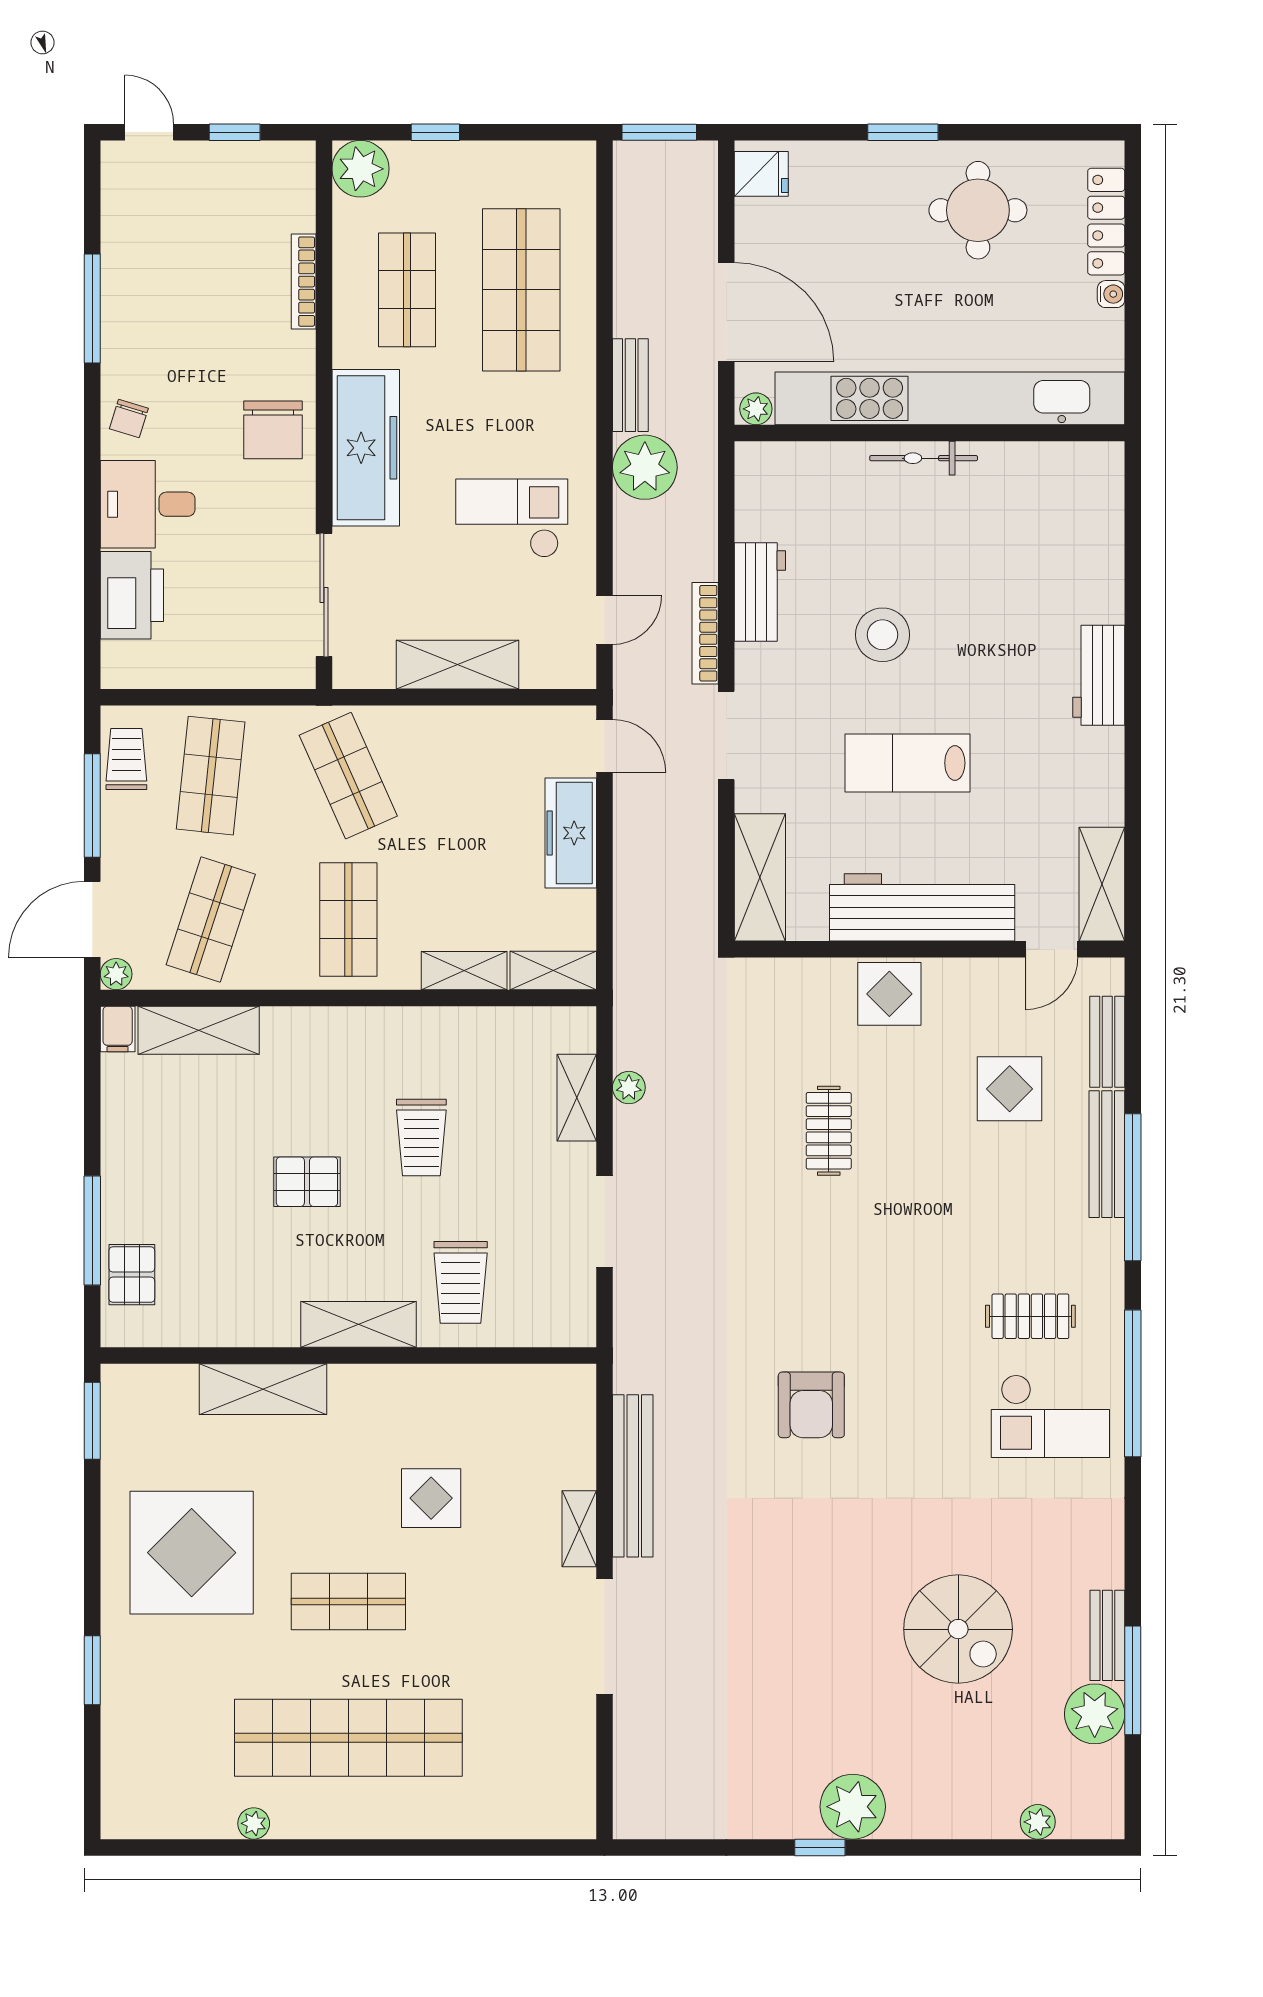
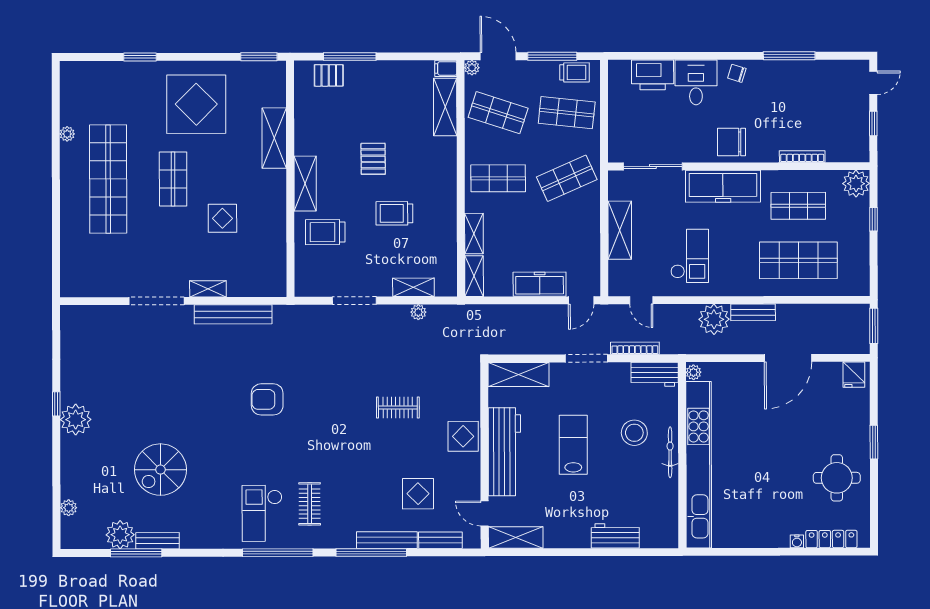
kitchen unit: (950, 398) -> (699, 465), moved
plant: (756, 409) -> (693, 372), moved
wall: (930, 433) -> (682, 455), moved
bicycle: (924, 458) -> (670, 452), moved

